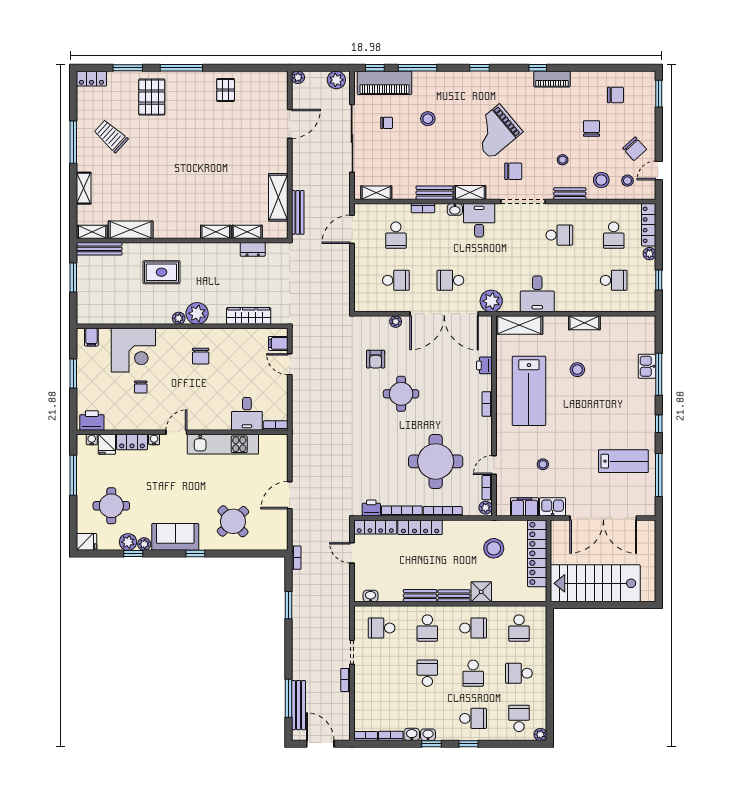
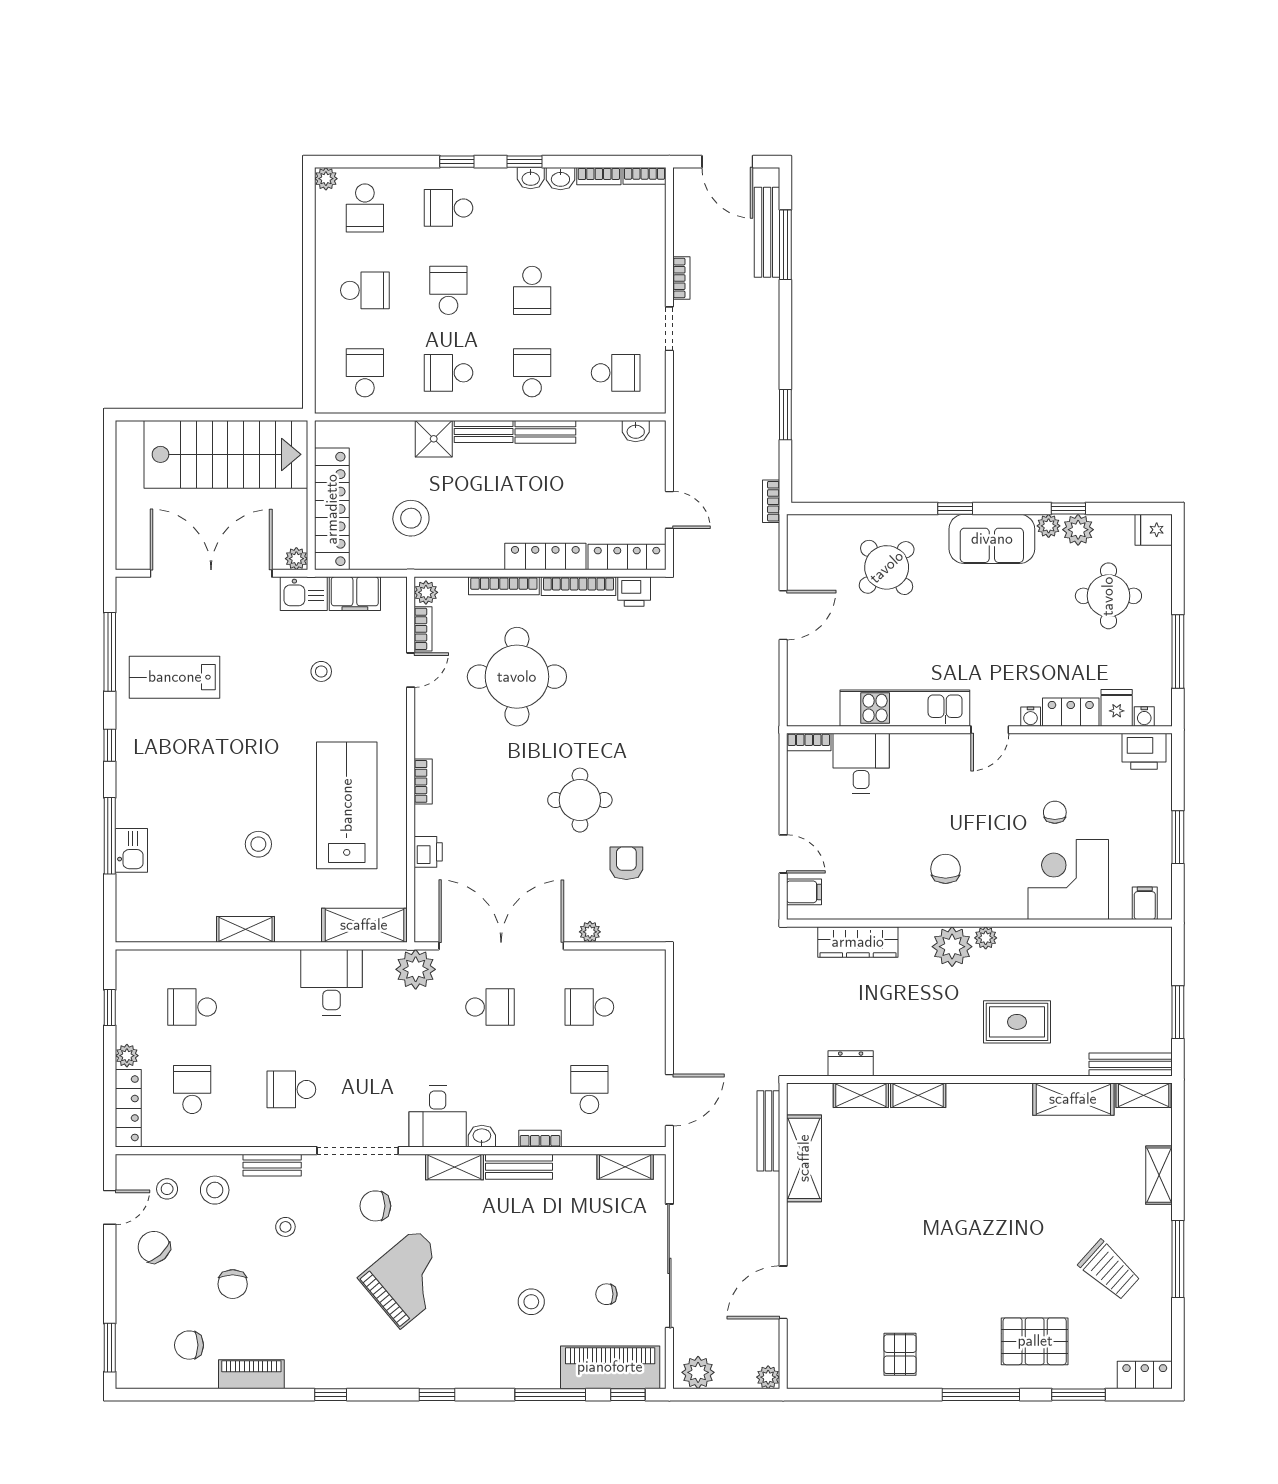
piano: (552, 79) -> (251, 1374), moved
pallet: (152, 97) -> (1035, 1341), turned 90
plant: (557, 526) -> (296, 559), added

